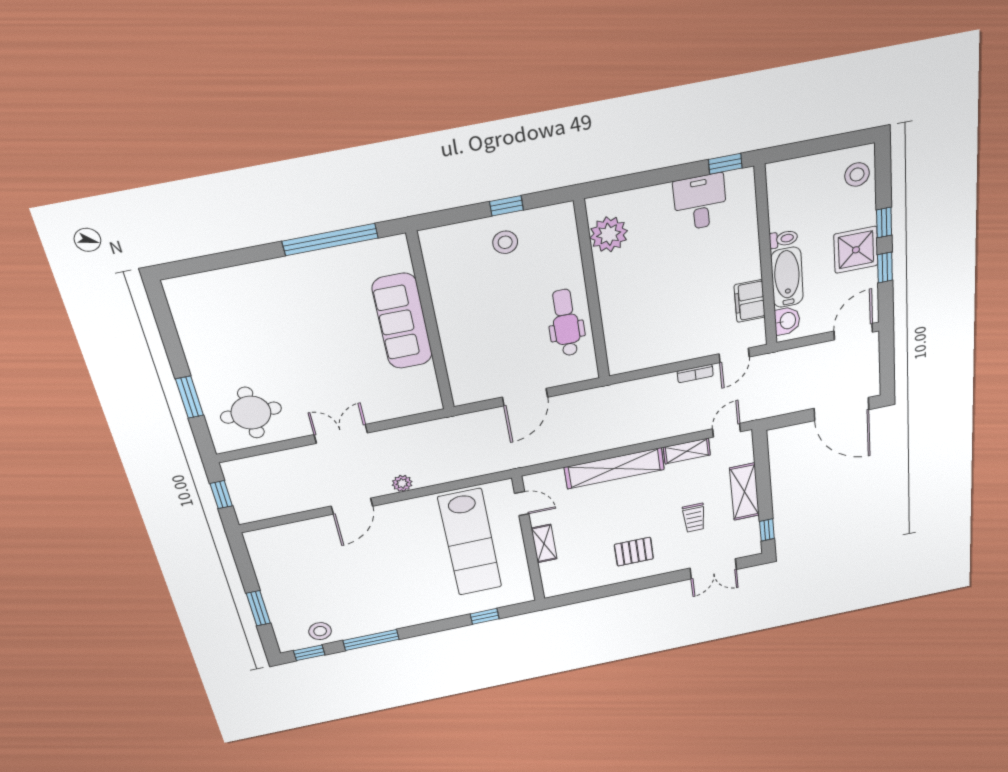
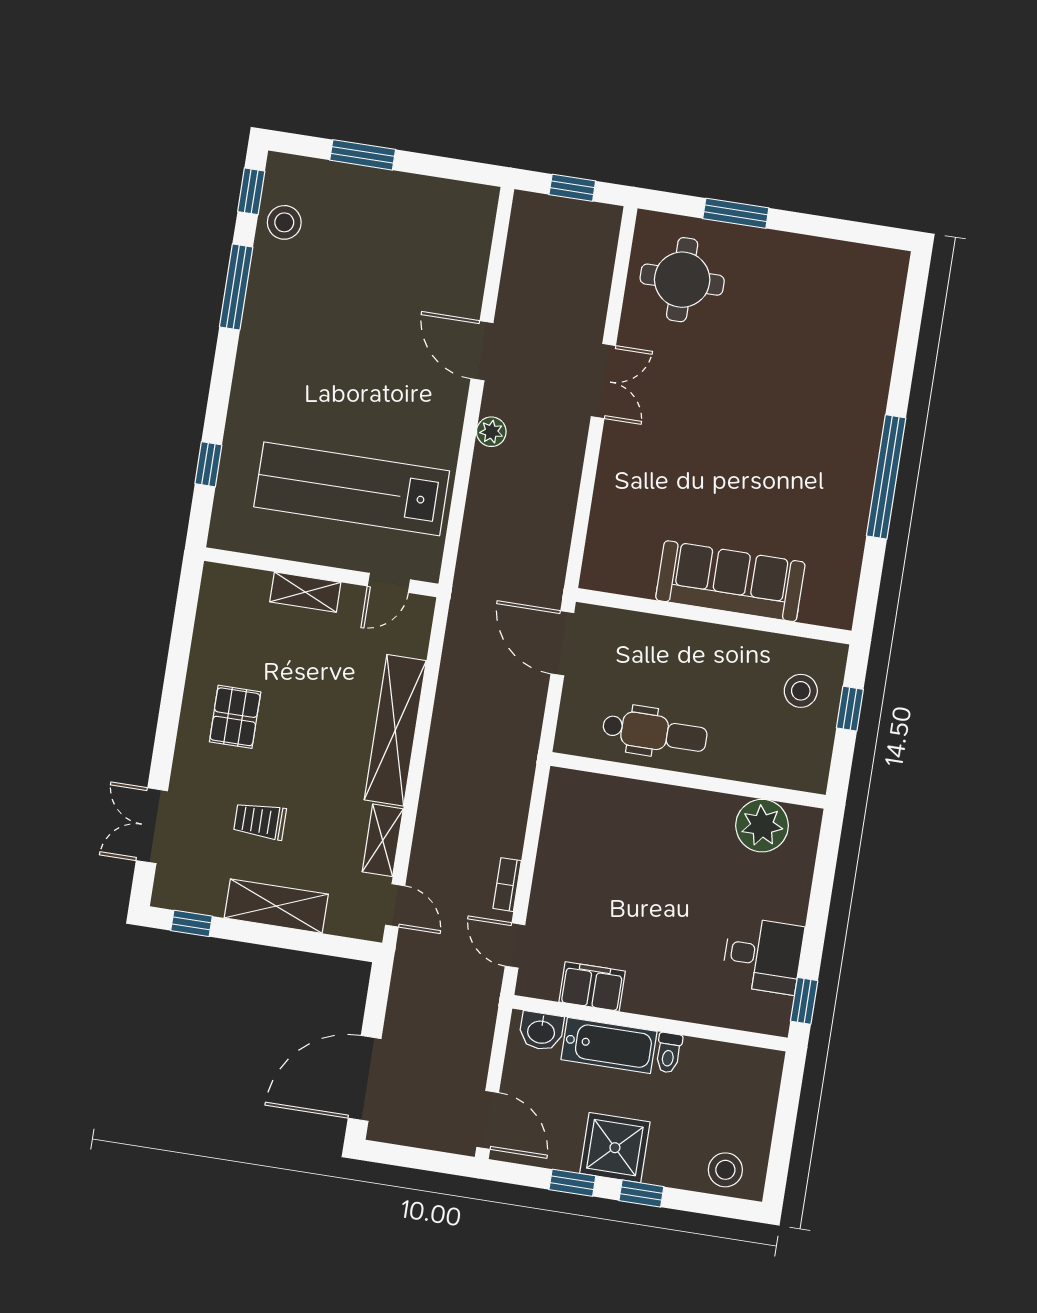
sofa: (402, 321) -> (730, 581), moved
wall: (431, 323) -> (714, 616), moved

